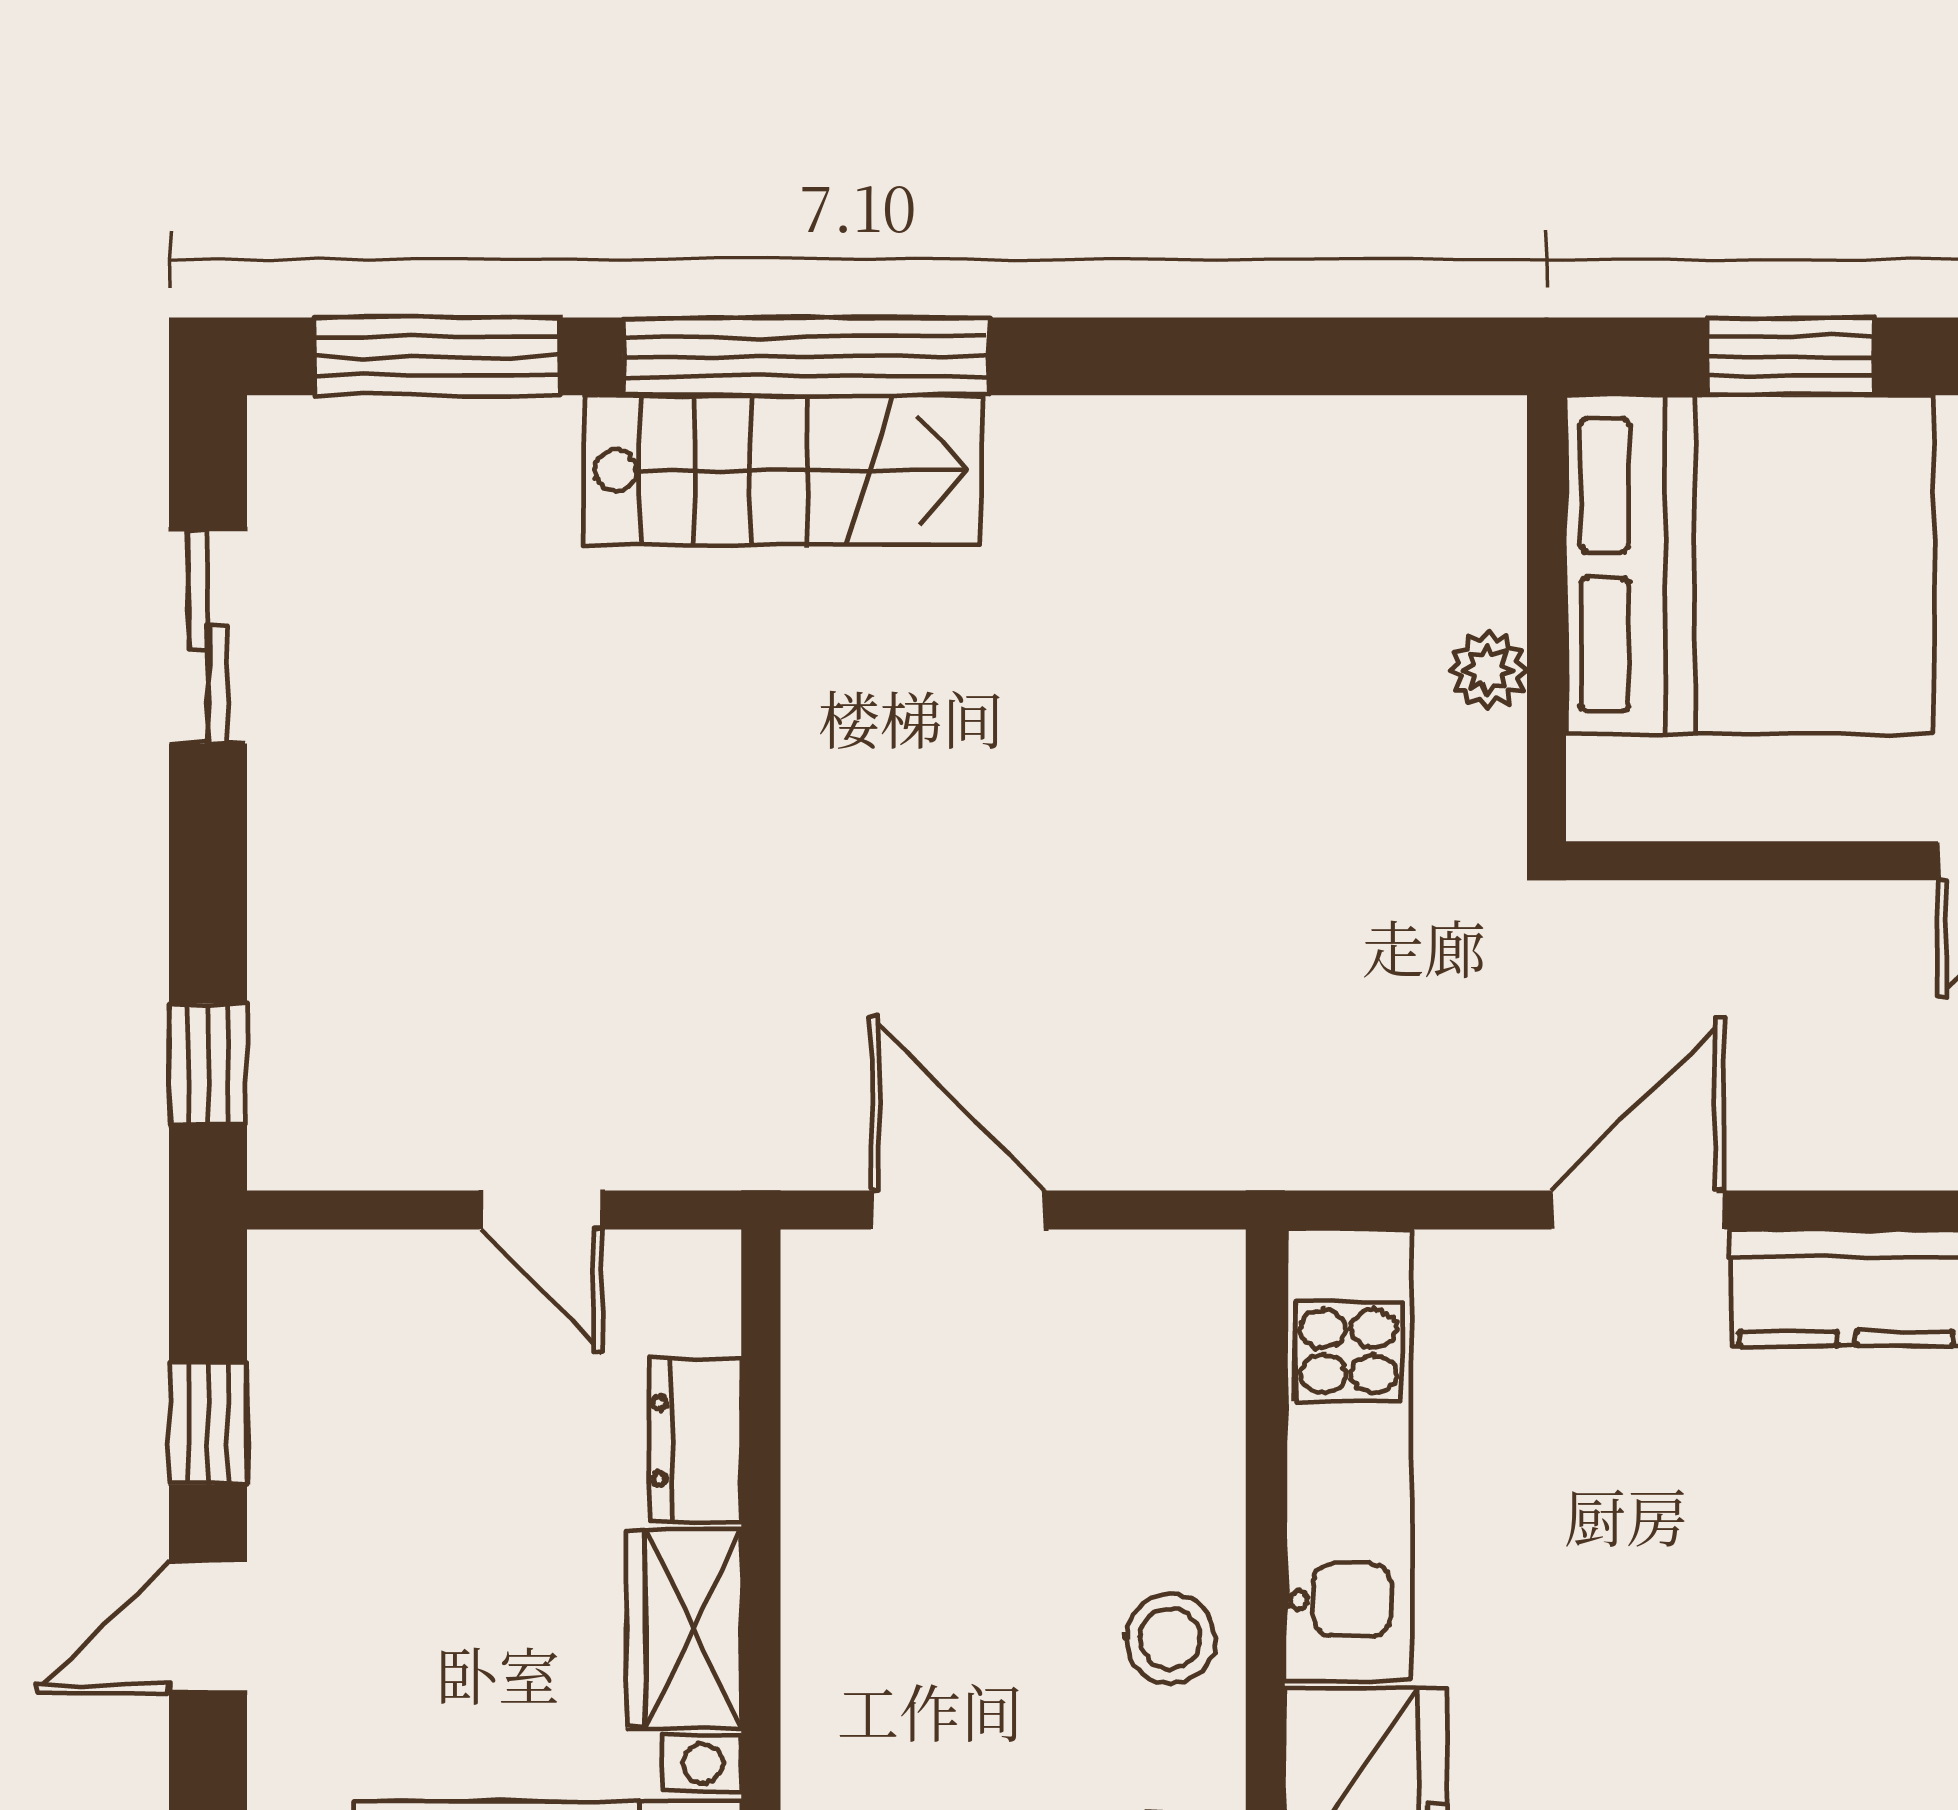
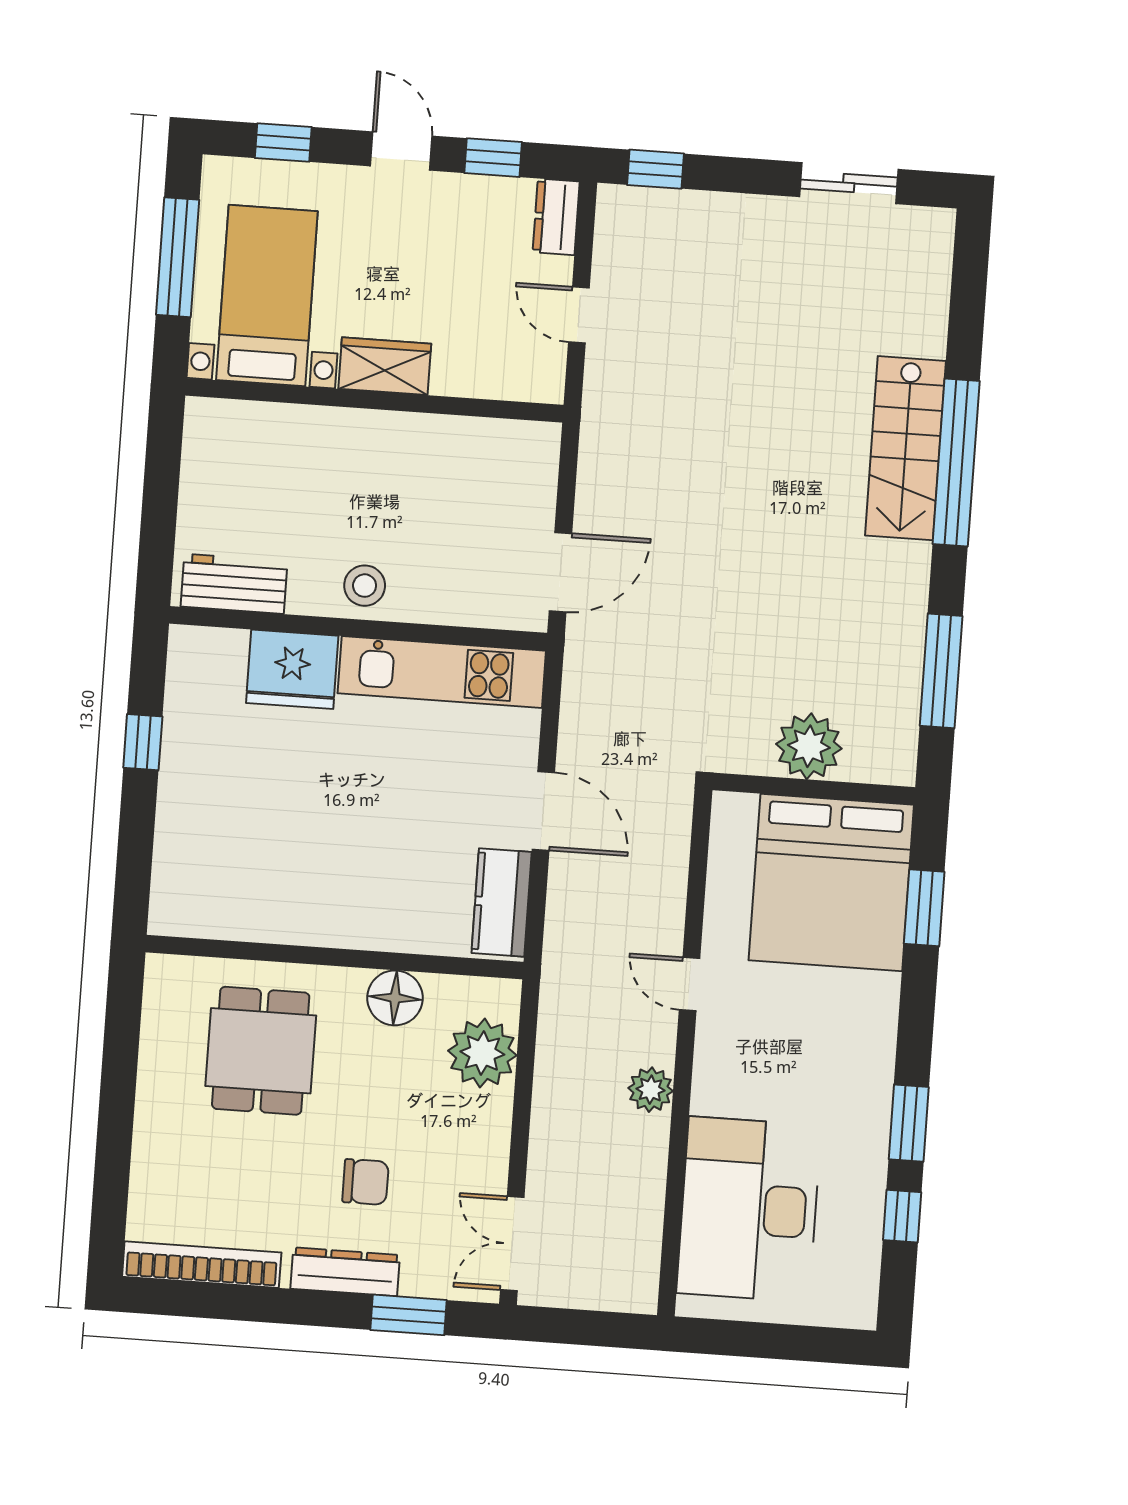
window: (437, 356) -> (941, 671), moved
plant: (1488, 670) -> (809, 746), width x1.88, depth x1.88
door: (541, 1210) -> (579, 315), hinge flipped
door: (958, 1210) -> (560, 572), moved
dresser: (695, 1441) -> (556, 217), moved, turned -90

